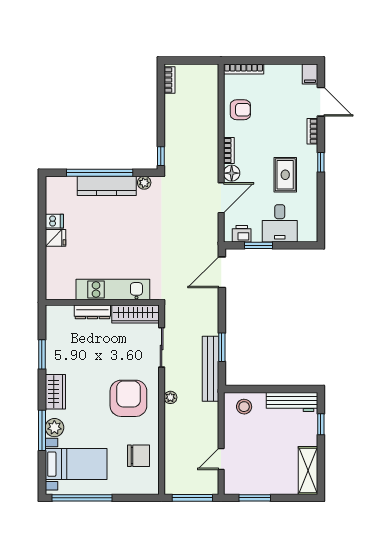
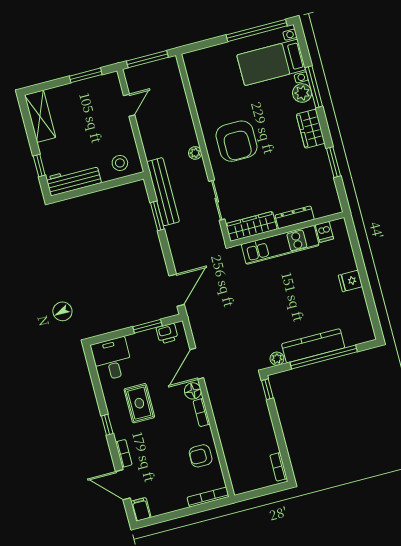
dishwasher: (54, 221) -> (324, 232), moved, turned -90
desk: (280, 223) -> (112, 359), moved
chair: (139, 456) -> (212, 87), removed

